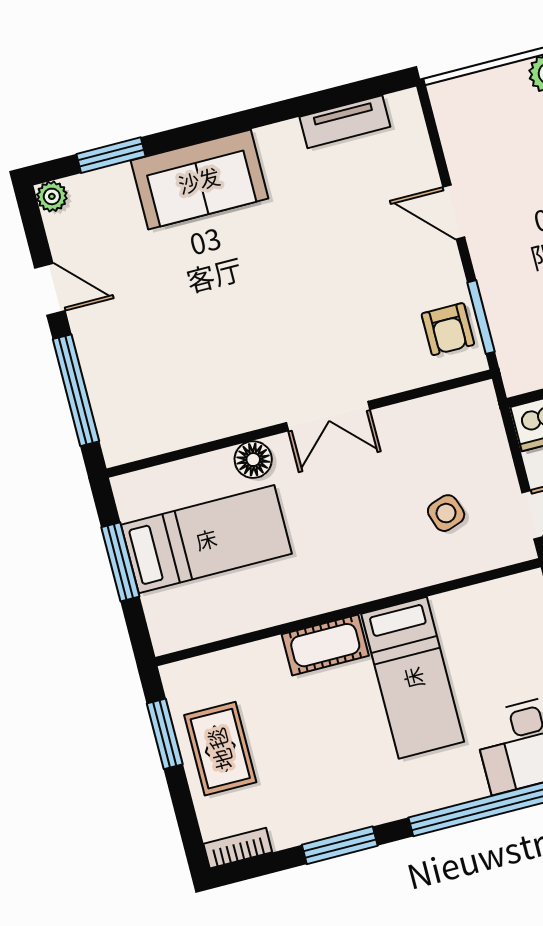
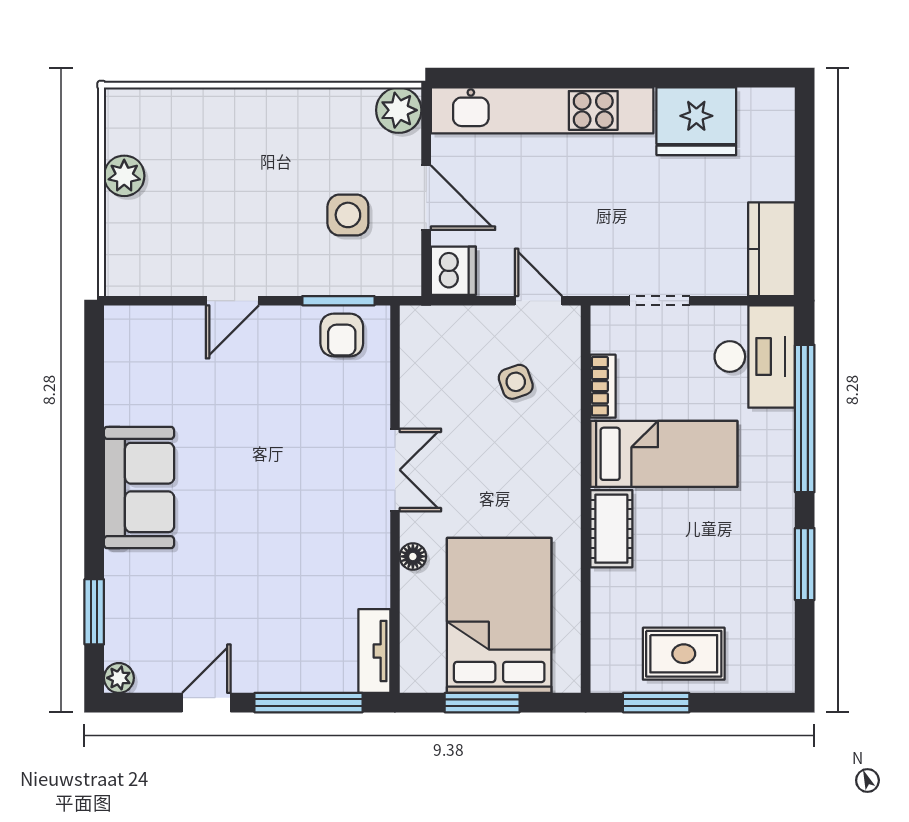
tv unit: (345, 122) -> (374, 651), moved, turned 180
sofa: (199, 180) -> (139, 488), moved
armchair: (448, 329) -> (342, 335), turned 90
floor lamp: (253, 460) -> (413, 556), width x0.73, depth x0.73
bed: (206, 539) -> (499, 615), width x1.50
bookcase: (238, 848) -> (603, 386), moved, turned 180

